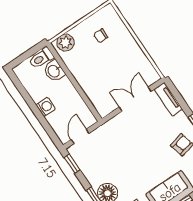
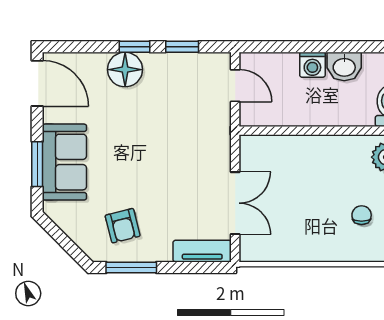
washbasin: (54, 71) -> (344, 67), moved, turned 180
window: (72, 164) -> (182, 47), moved

